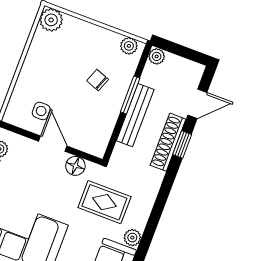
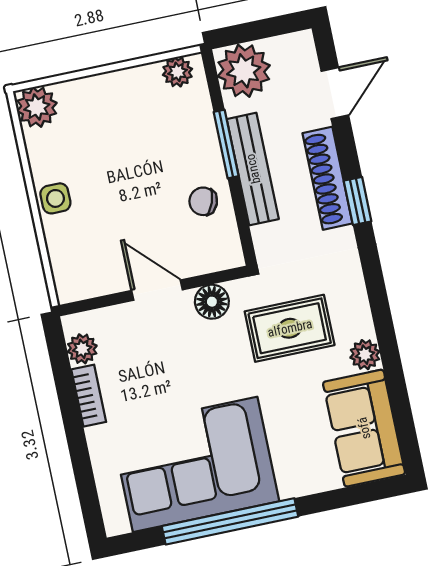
plant: (157, 56) -> (244, 71), width x1.88, depth x1.88
chair: (98, 80) -> (203, 201), moved
side table: (41, 111) -> (55, 198), moved
window: (182, 145) -> (358, 201), moved

